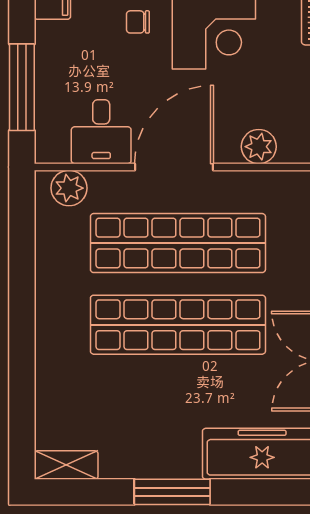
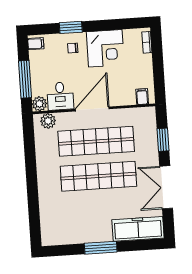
filing cabinet: (292, 146) -> (142, 97), added
plant: (259, 147) -> (39, 104), moved
shelving: (66, 465) -> (55, 239), removed

